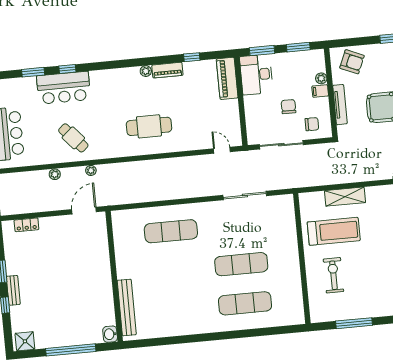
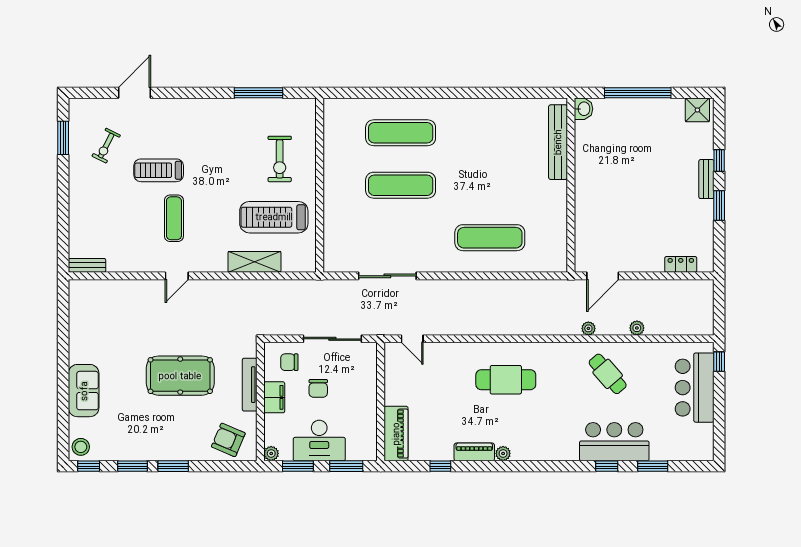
desk: (256, 75) -> (319, 441), moved, turned 90
plant: (321, 78) -> (271, 453), moved
filing cabinet: (320, 91) -> (274, 397), width x2.00

